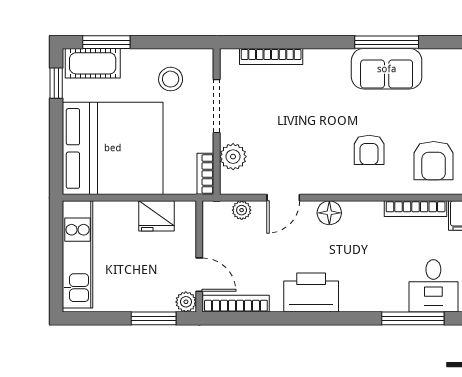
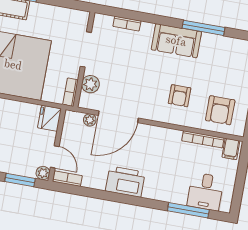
bookcase: (271, 56) -> (127, 24), width x0.64
sofa: (387, 69) -> (176, 41), moved
stool: (171, 79) -> (59, 27), removed
door: (283, 198) -> (118, 117), width x1.88
floor lamp: (329, 213) -> (146, 132), removed
fridge: (156, 216) -> (49, 118), moved, turned 90
bookcase: (236, 304) -> (67, 179), width x0.64

